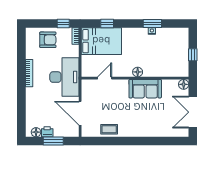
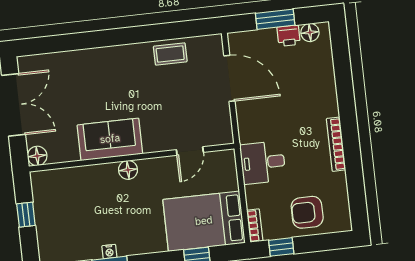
desk: (64, 77) -> (263, 162), width x0.53, depth x0.77

